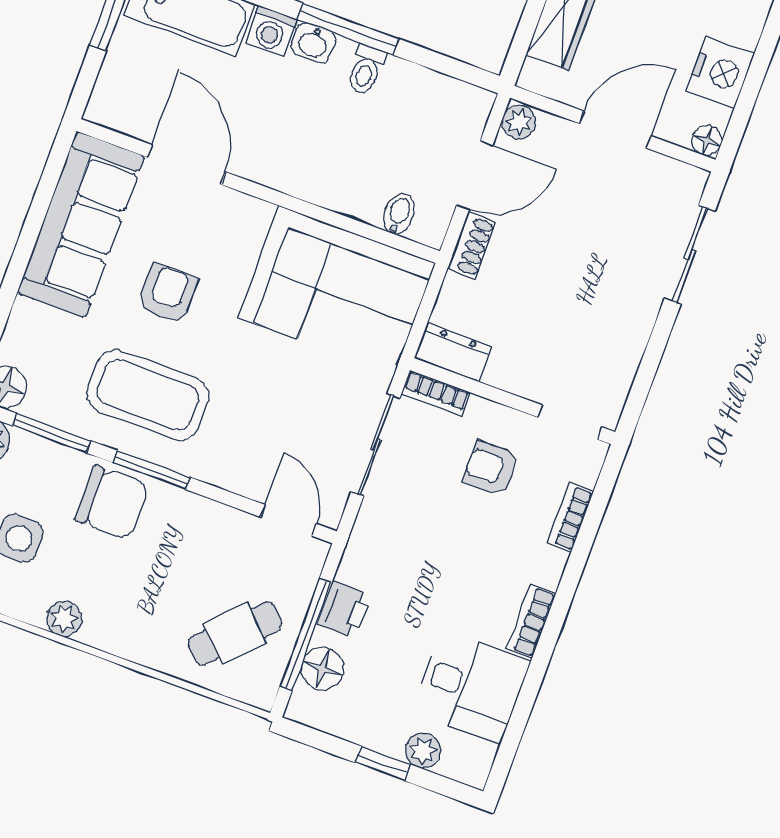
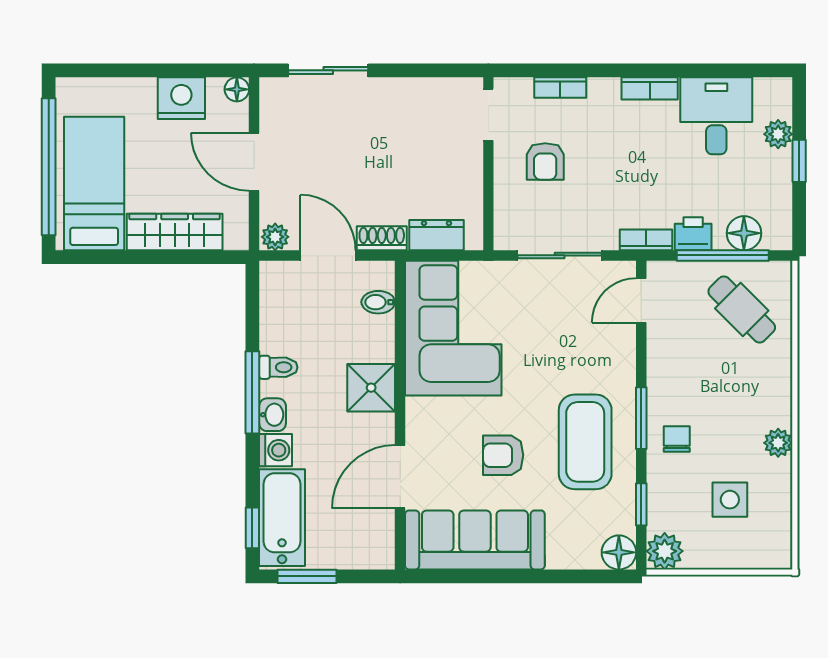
shower: (302, 169) -> (371, 388), added
dresser: (453, 352) -> (436, 235), moved, turned 90
bookcase: (436, 393) -> (646, 240), moved, turned -90
window: (51, 433) -> (641, 504), width x0.67
chair: (112, 502) -> (677, 439), width x0.54, depth x0.54

